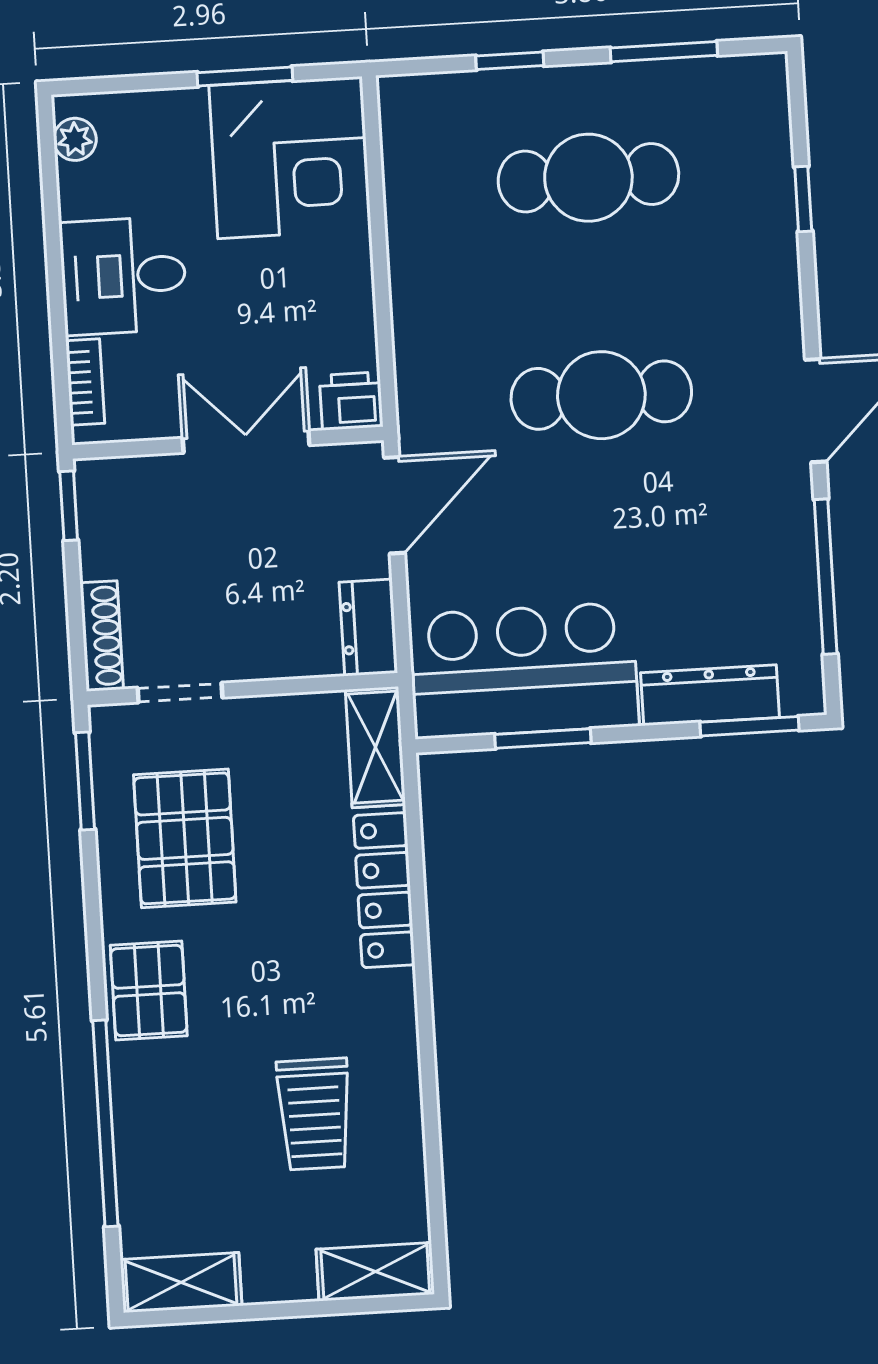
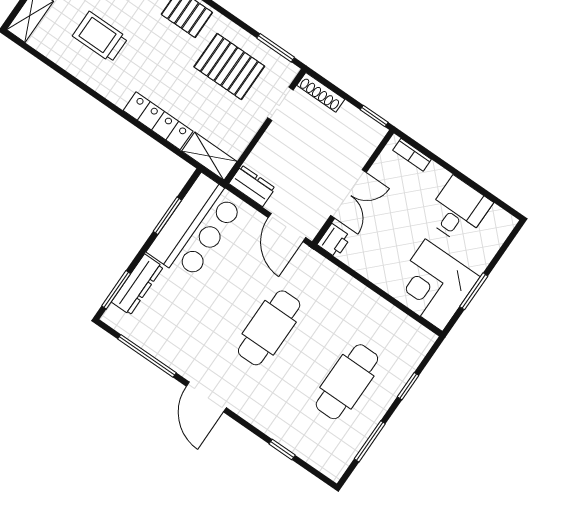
plant: (75, 139) -> (498, 216), removed
desk: (123, 276) -> (458, 210), moved

